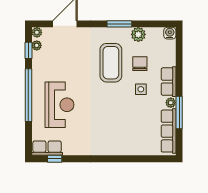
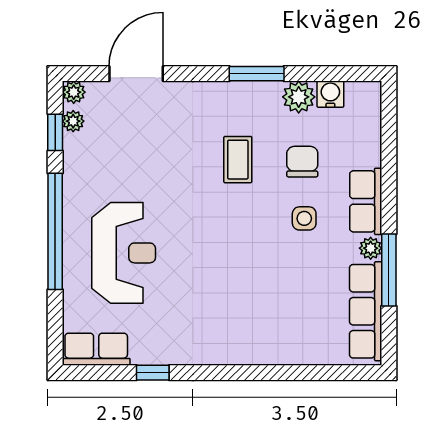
water cooler: (170, 33) -> (330, 94), moved
coffee table: (111, 63) -> (238, 160), width x0.54, depth x0.58
window: (55, 159) -> (153, 373), moved

